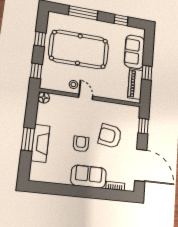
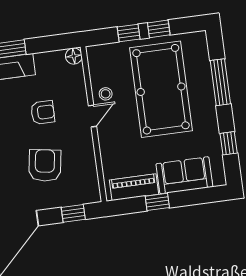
window: (36, 71) -> (129, 33), moved
armchair: (81, 144) -> (43, 112), moved

